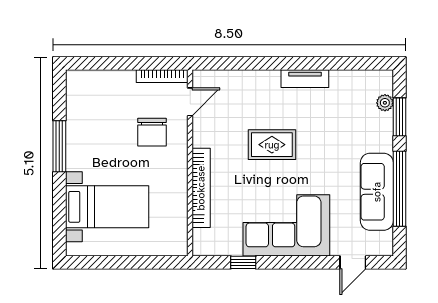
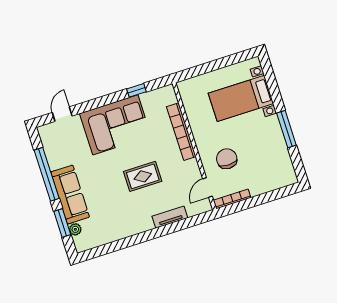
tv unit: (305, 79) -> (170, 217), moved
sofa: (377, 192) -> (70, 195), moved

